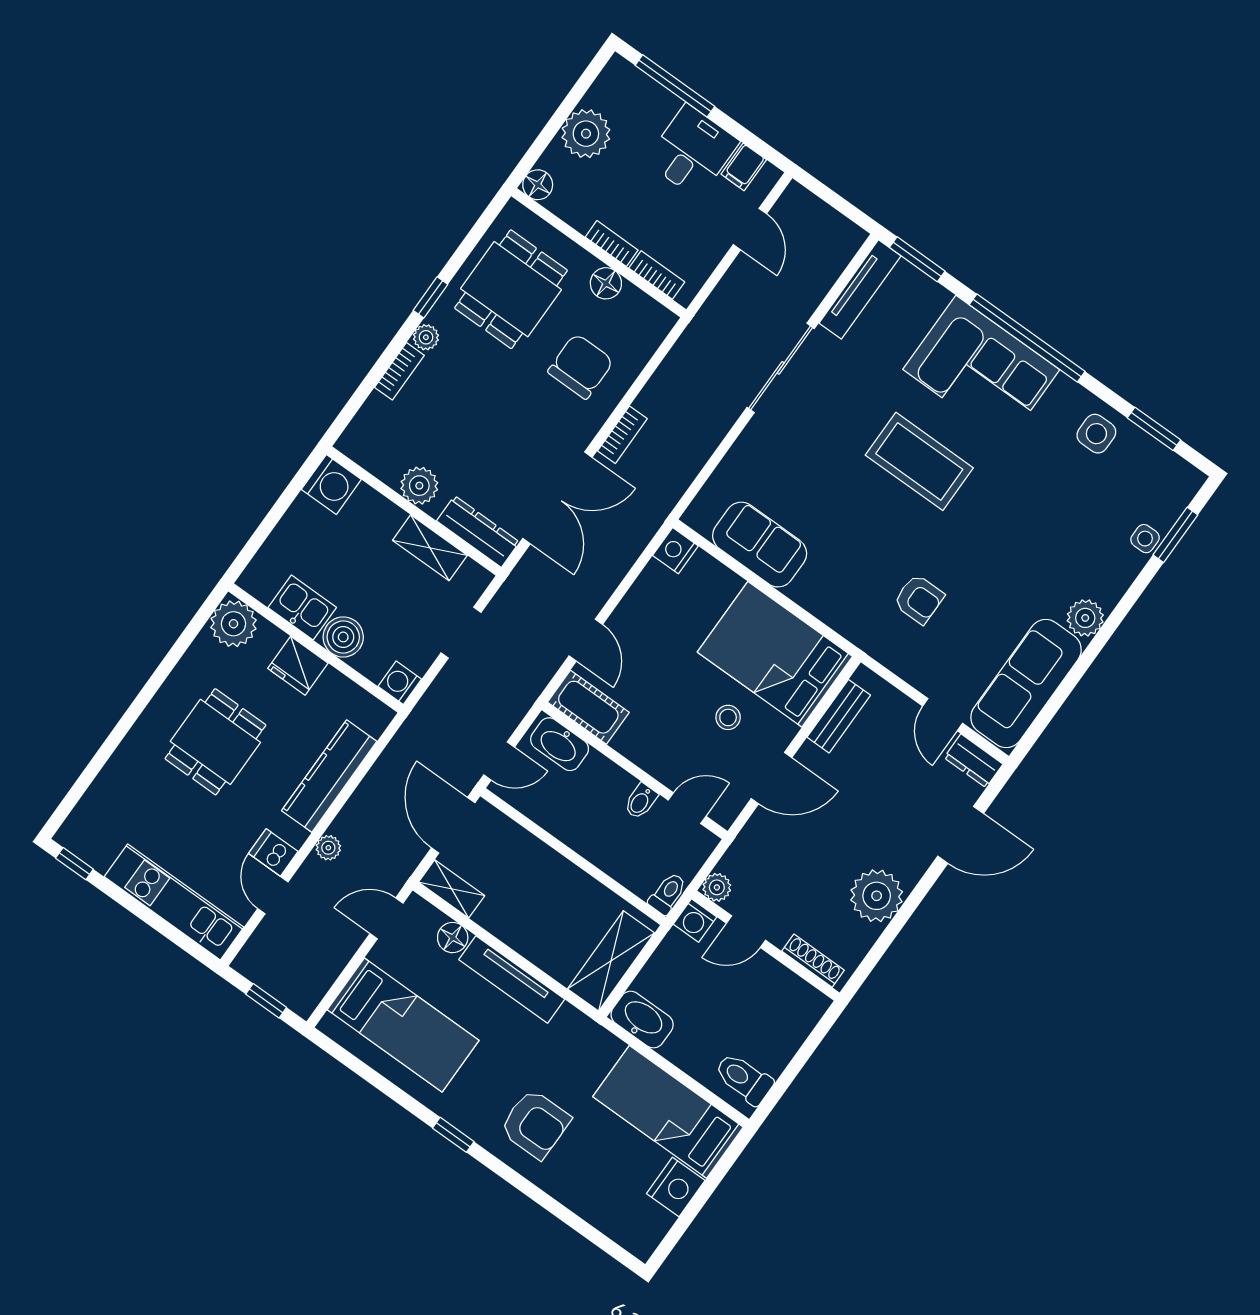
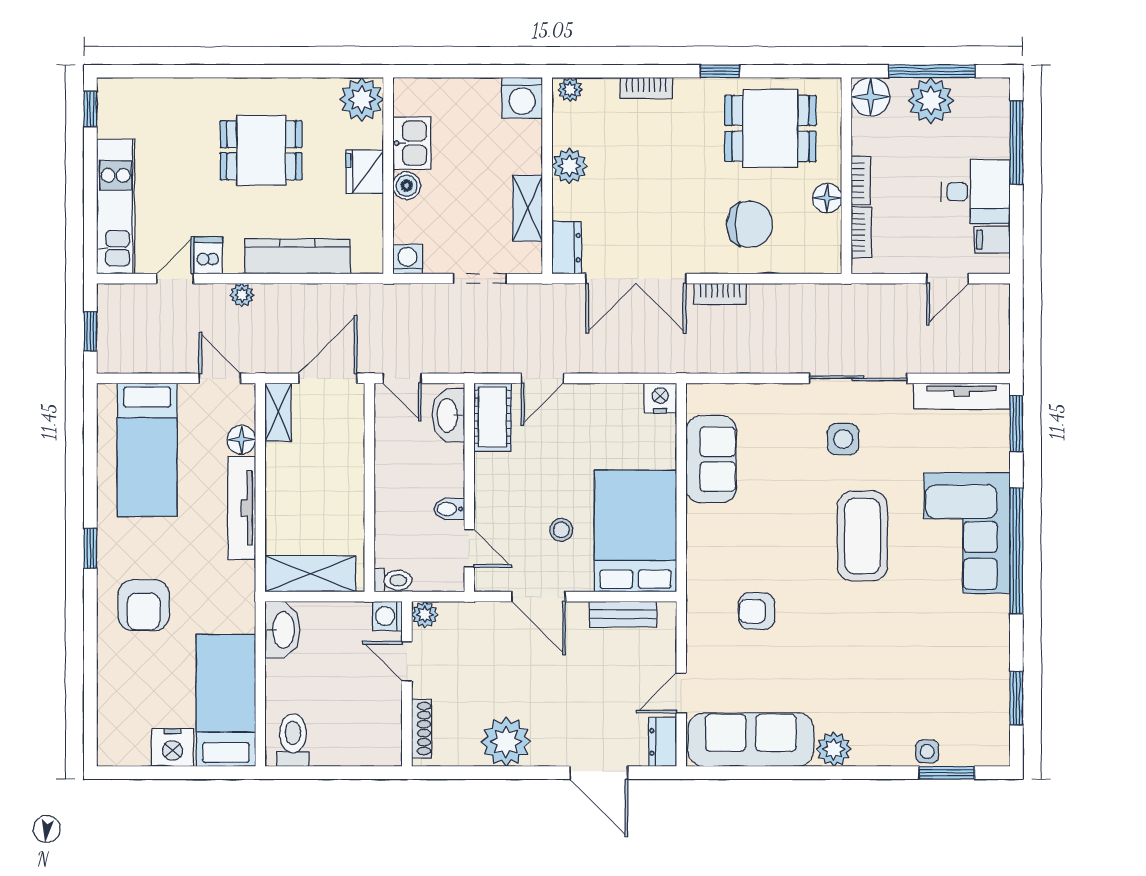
window: (561, 115) -> (932, 71), added
floor lamp: (538, 185) -> (870, 97), width x1.38, depth x1.38
plant: (426, 337) -> (570, 90), moved
side table: (1096, 434) -> (843, 439), moved
dresser: (478, 531) -> (567, 248), width x0.70
armchair: (919, 599) -> (757, 611), turned 90
boiler: (343, 637) -> (407, 186), width x0.73, depth x0.73

